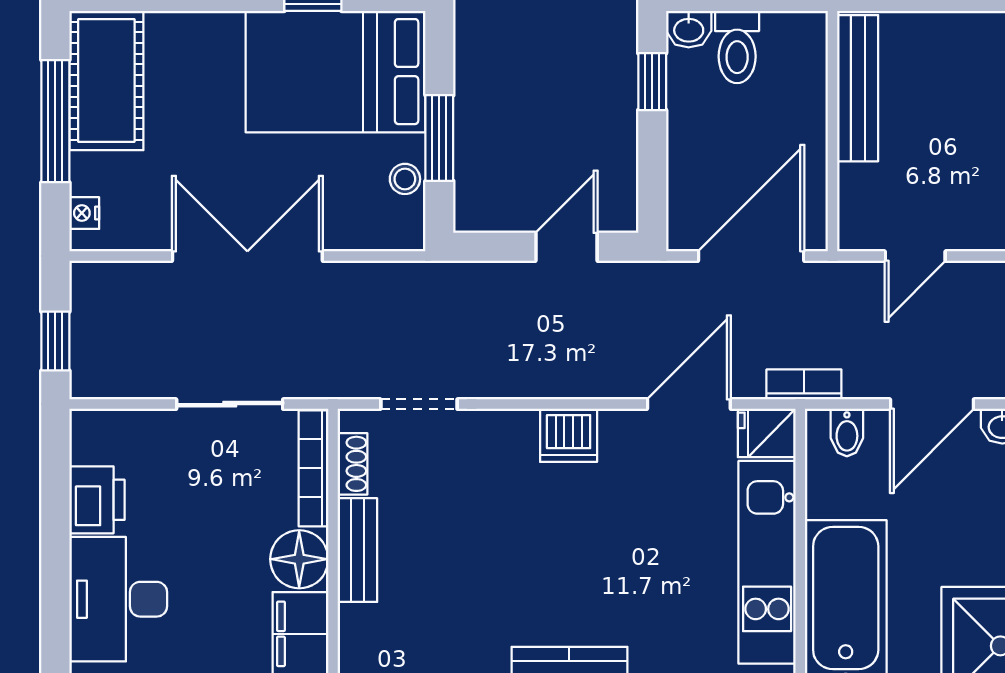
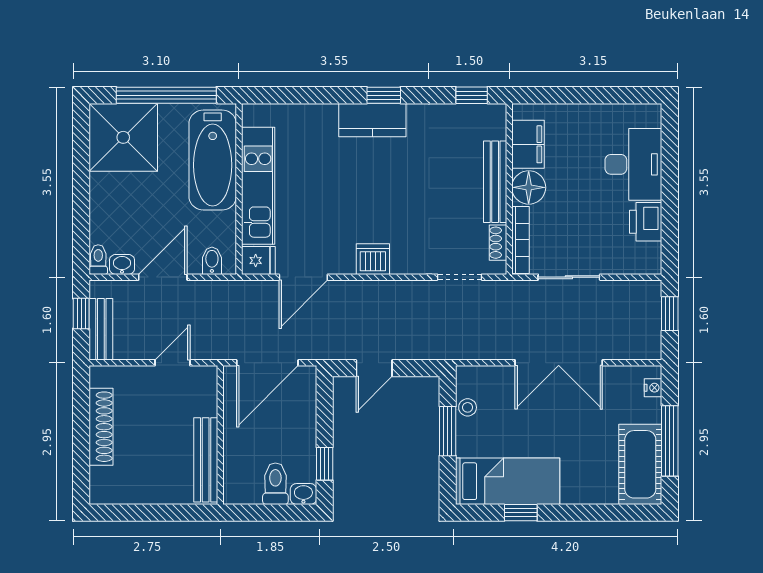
bed: (336, 72) -> (508, 481), width x0.67
bookcase: (804, 384) -> (237, 289), removed
bench: (357, 550) -> (495, 182), width x1.36

